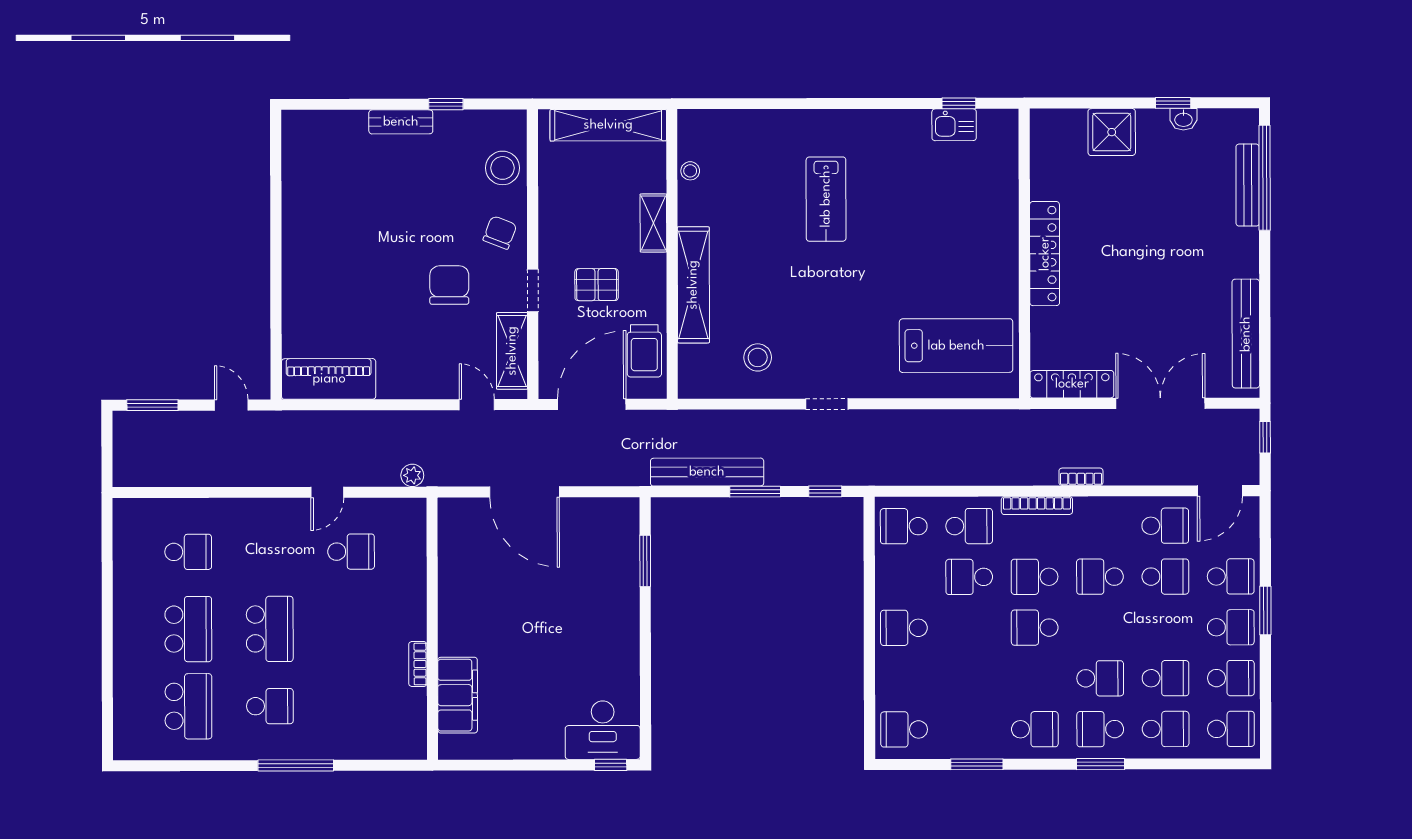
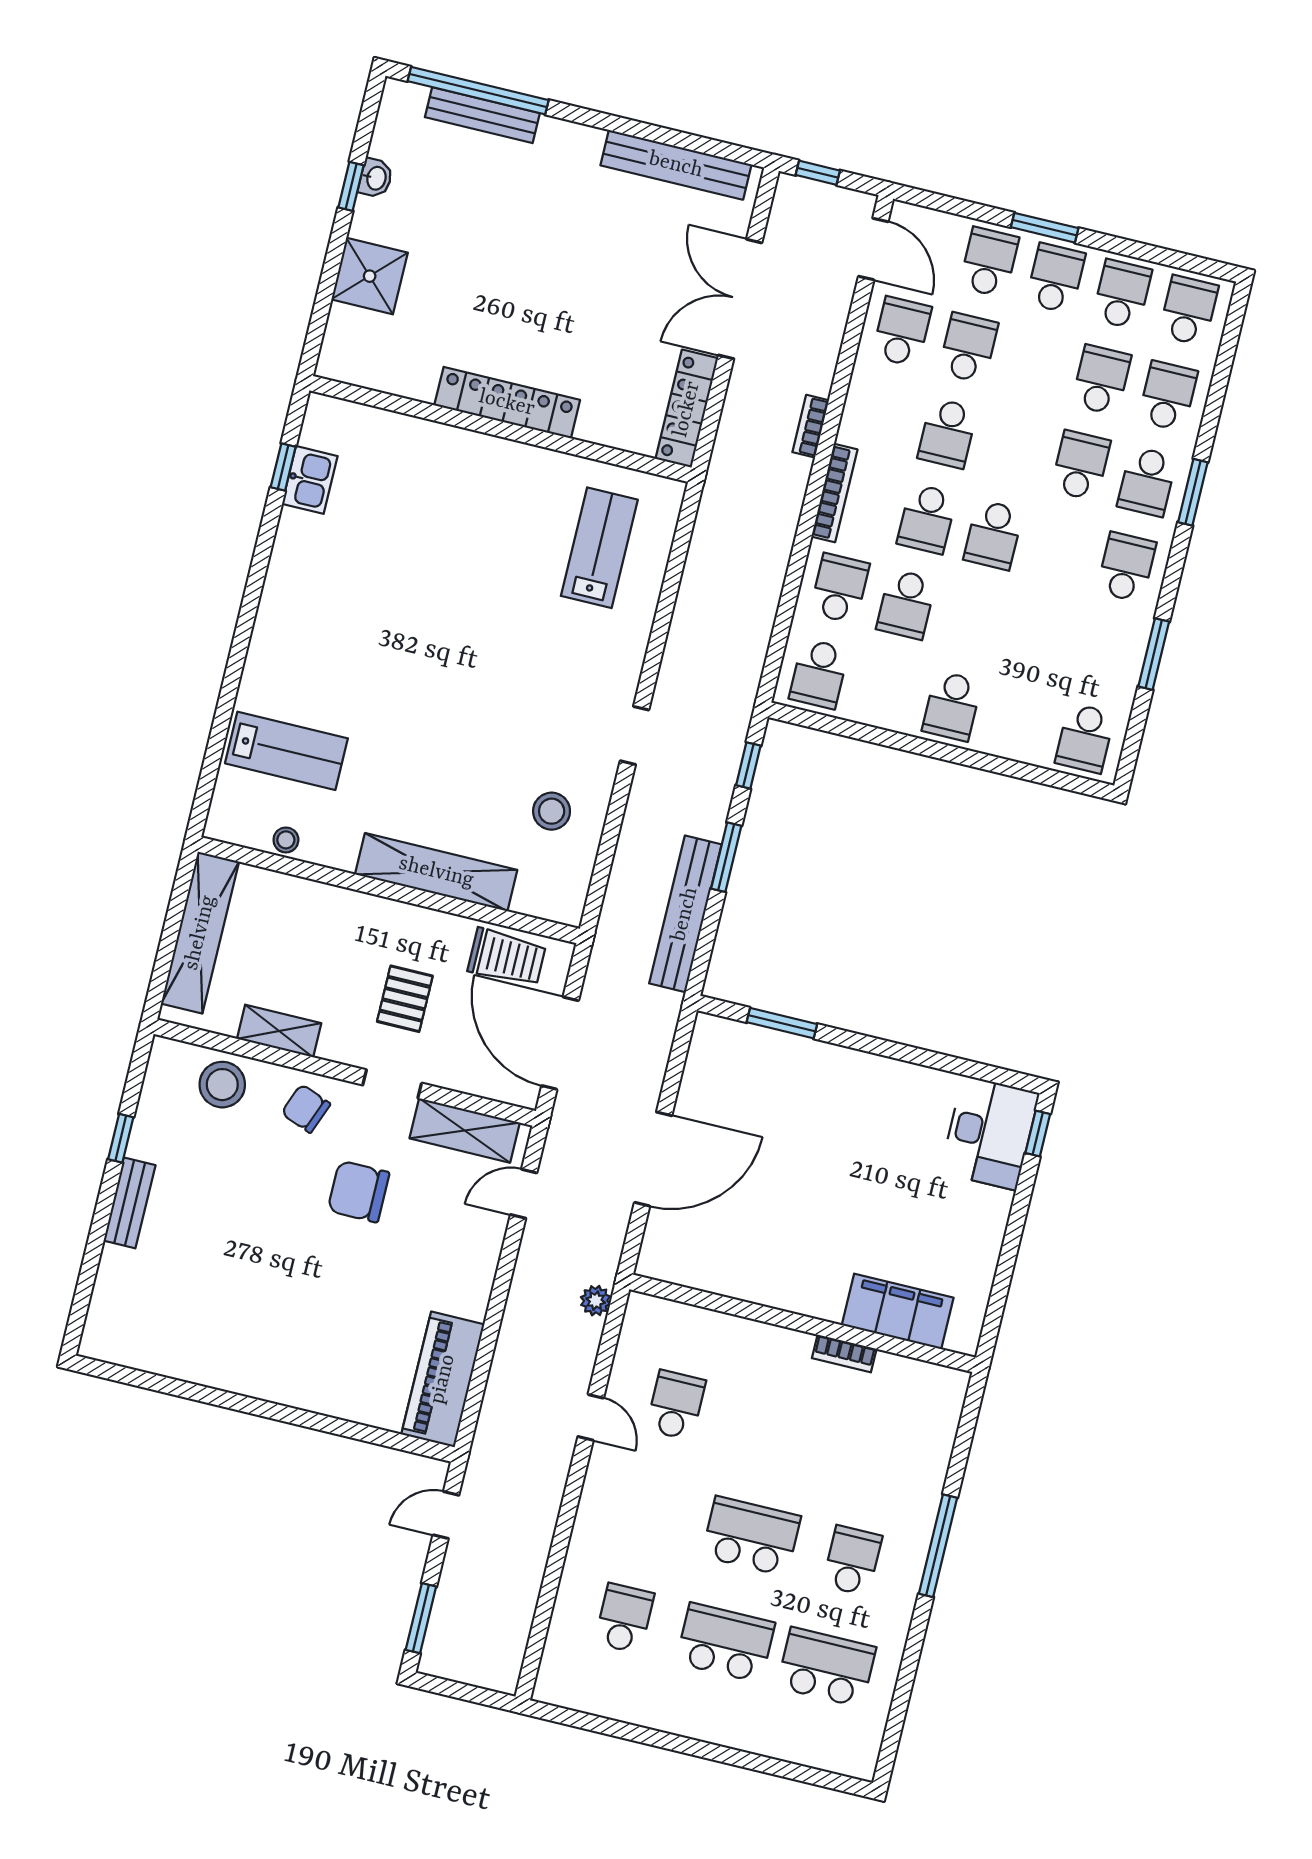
lab bench: (826, 199) -> (286, 751), moved
shelving: (653, 223) -> (279, 1031), moved
lab bench: (956, 346) -> (599, 548), width x0.73, depth x0.72

